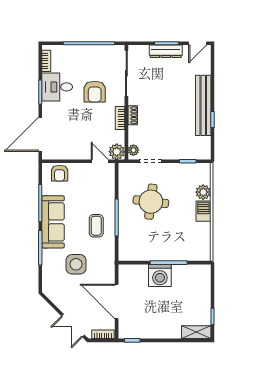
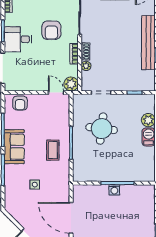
desk: (57, 87) -> (18, 39), moved
plant: (133, 150) -> (86, 66), moved
sofa: (53, 222) -> (14, 147), width x0.73
side table: (76, 264) -> (35, 185), width x0.54, depth x0.54
washing machine: (160, 276) -> (114, 190), width x0.53, depth x0.53

